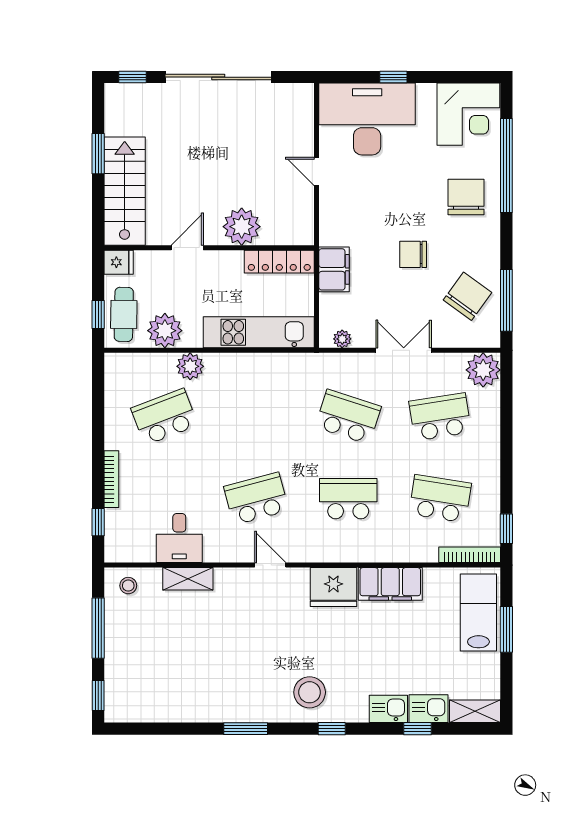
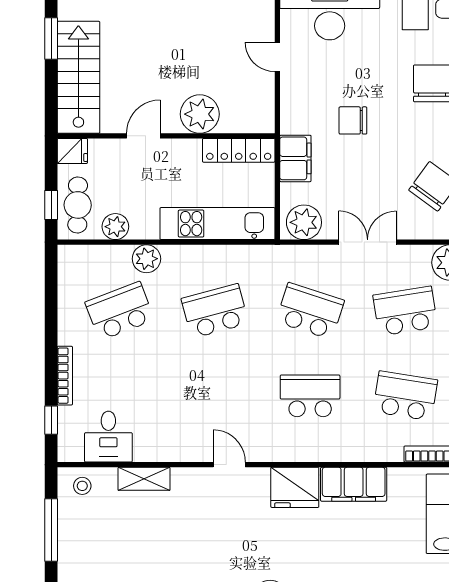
chair: (413, 254) -> (353, 120), moved
plant: (165, 331) -> (115, 227), width x0.73, depth x0.73
plant: (342, 339) -> (304, 222), width x1.87, depth x1.87
school desk: (256, 499) -> (215, 311), moved
desk: (179, 538) -> (108, 437), moved

